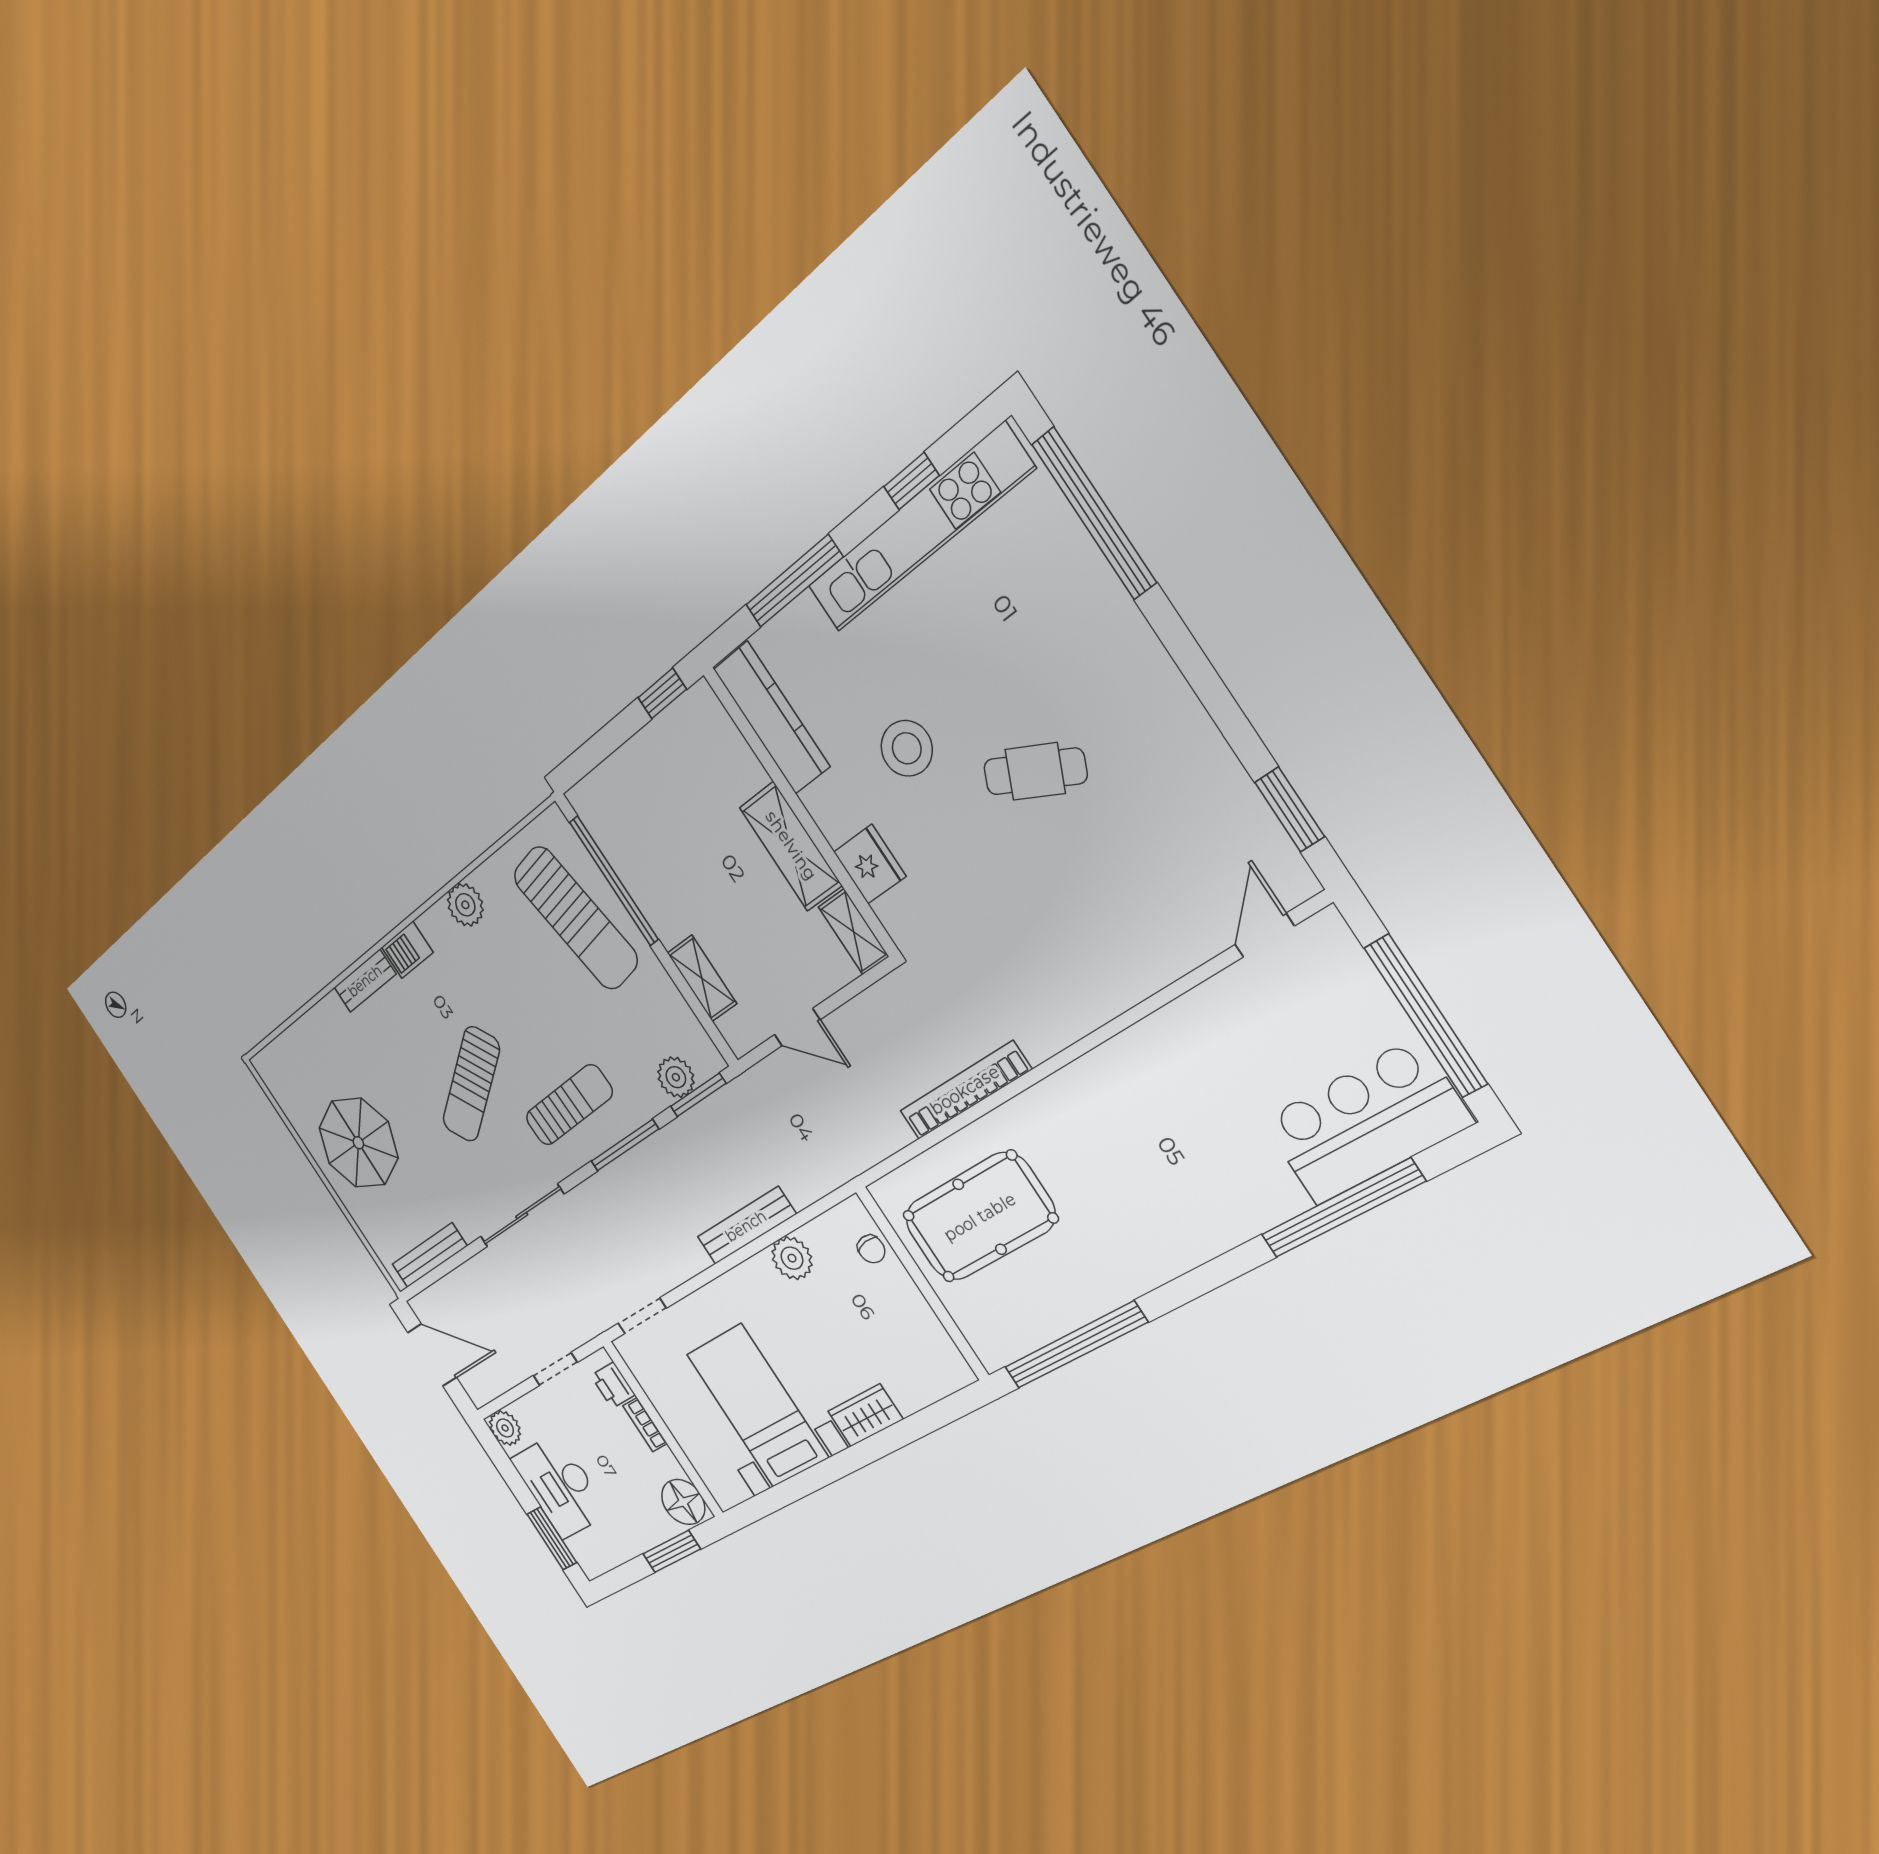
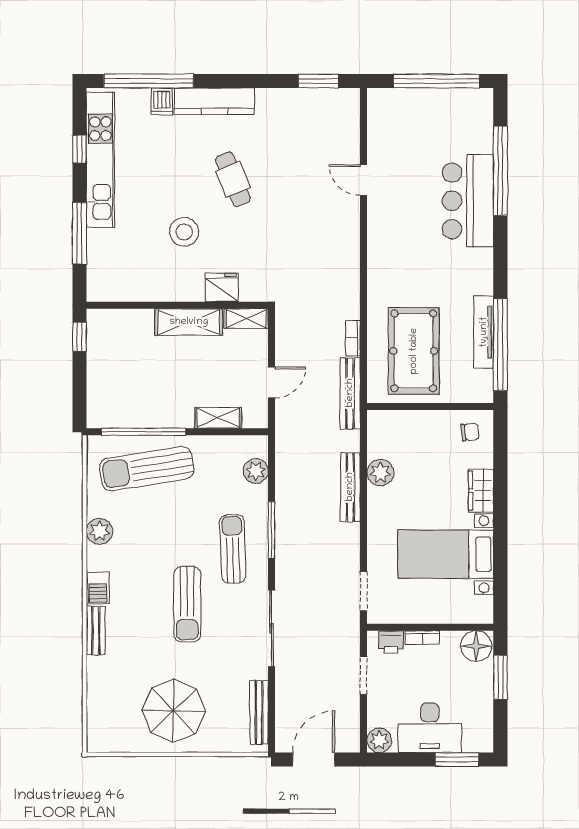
dishwasher: (1076, 562) -> (162, 101), added
kitchen counter: (772, 718) -> (214, 101), moved, turned 180
cafe table: (1035, 771) -> (233, 179), turned -48
sun lounger: (576, 918) -> (147, 469), turned 180
door: (1264, 935) -> (364, 180), moved
sun lounger: (471, 1084) -> (187, 604), turned 33
bookcase: (965, 1090) -> (353, 338), width x0.43, depth x0.76
window: (698, 1095) -> (272, 465), removed
bar counter: (1366, 1122) -> (468, 201), moved
bench: (860, 1154) -> (350, 393), added
chair: (871, 1249) -> (470, 432), moved
tv unit: (1076, 1310) -> (484, 332), added

